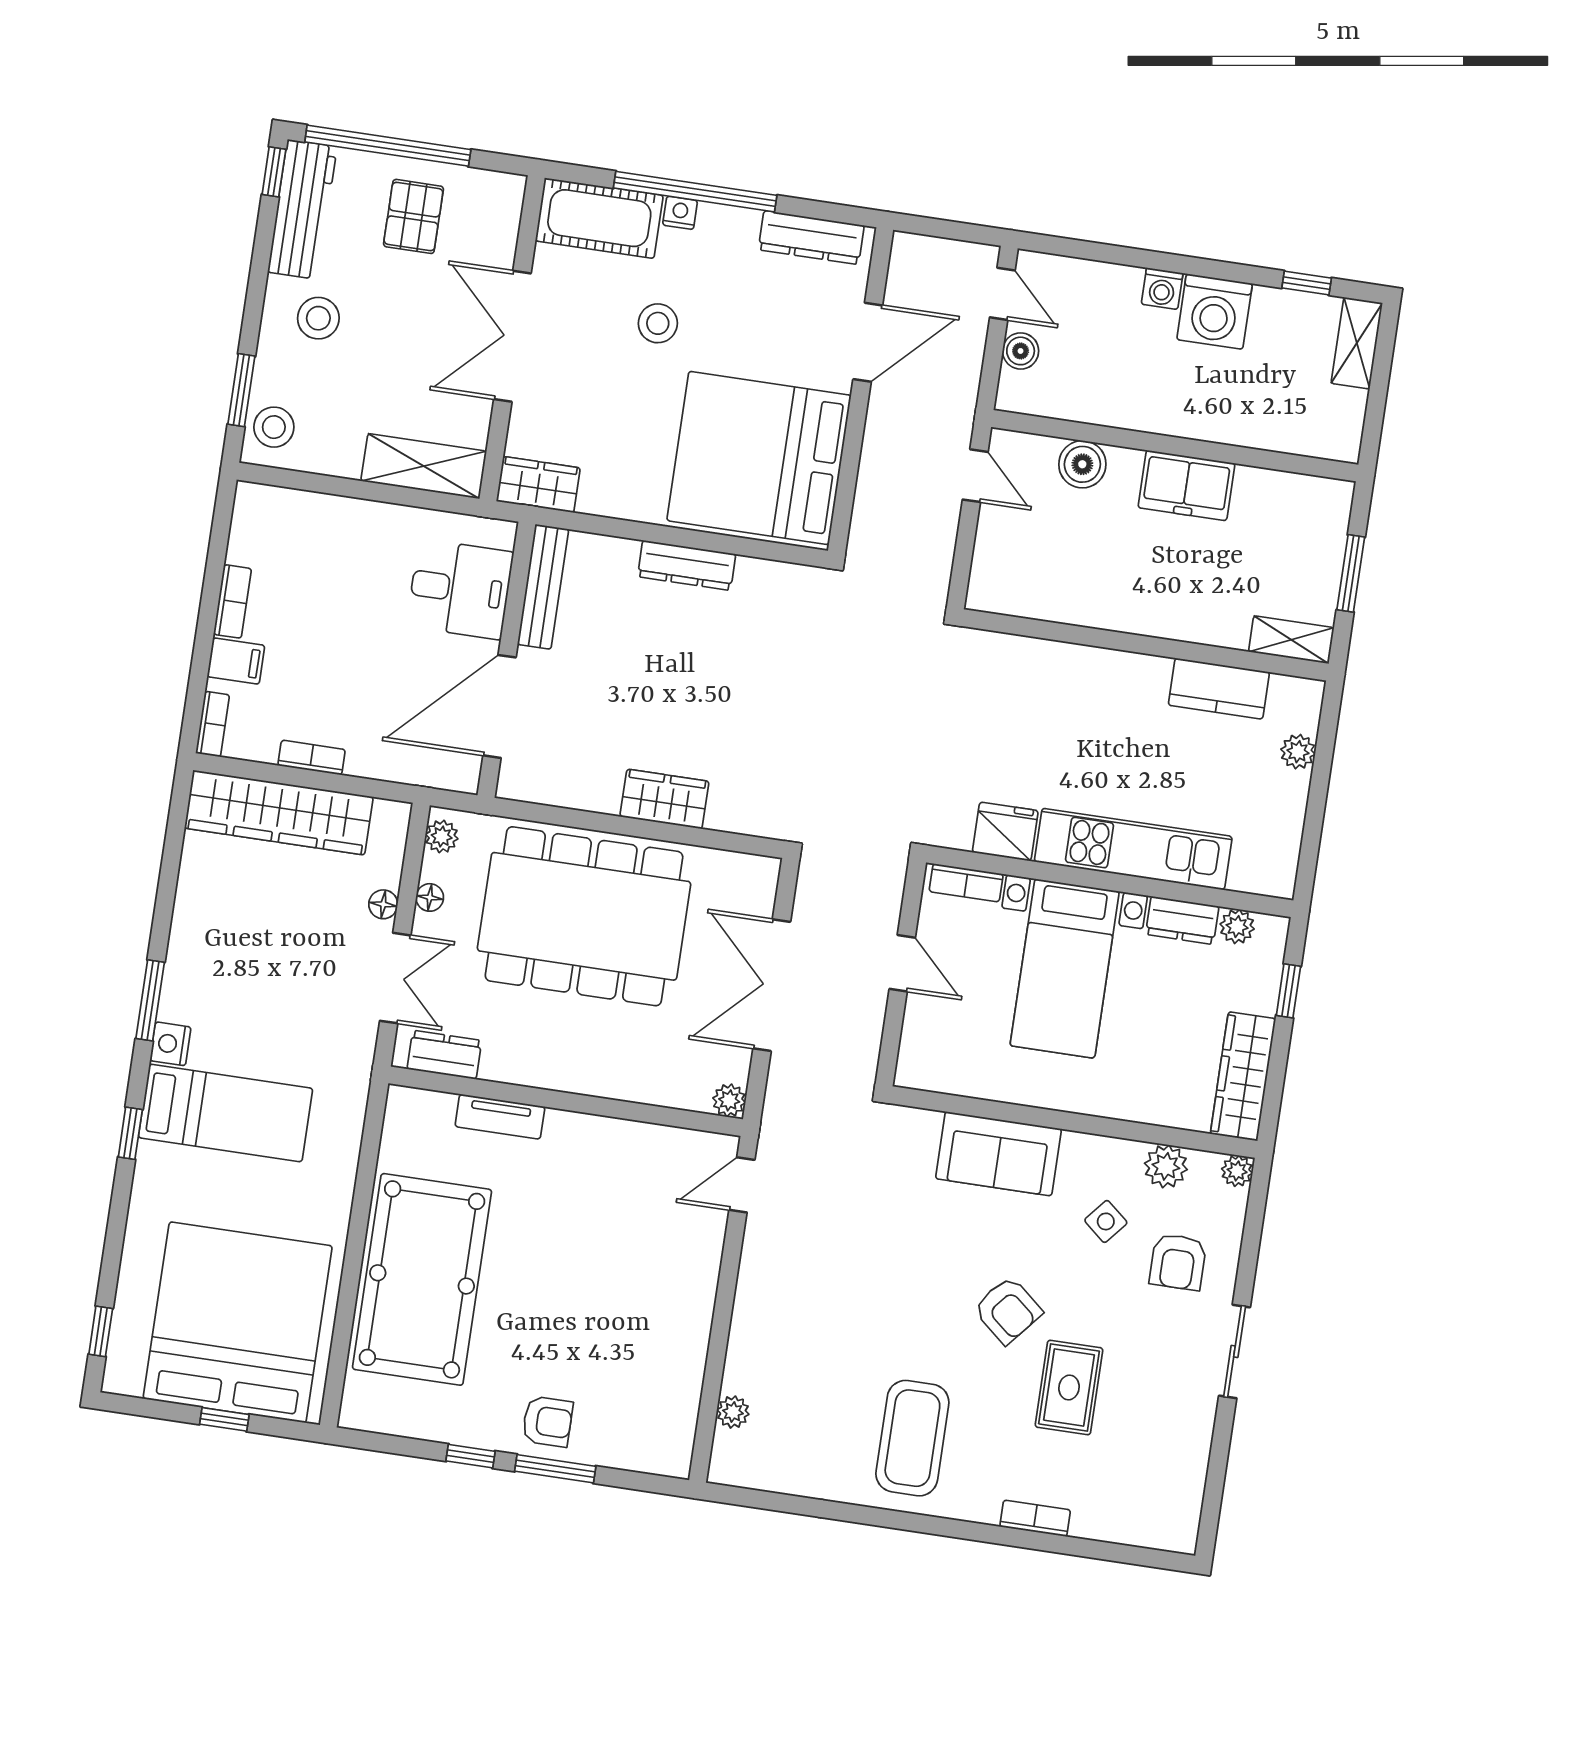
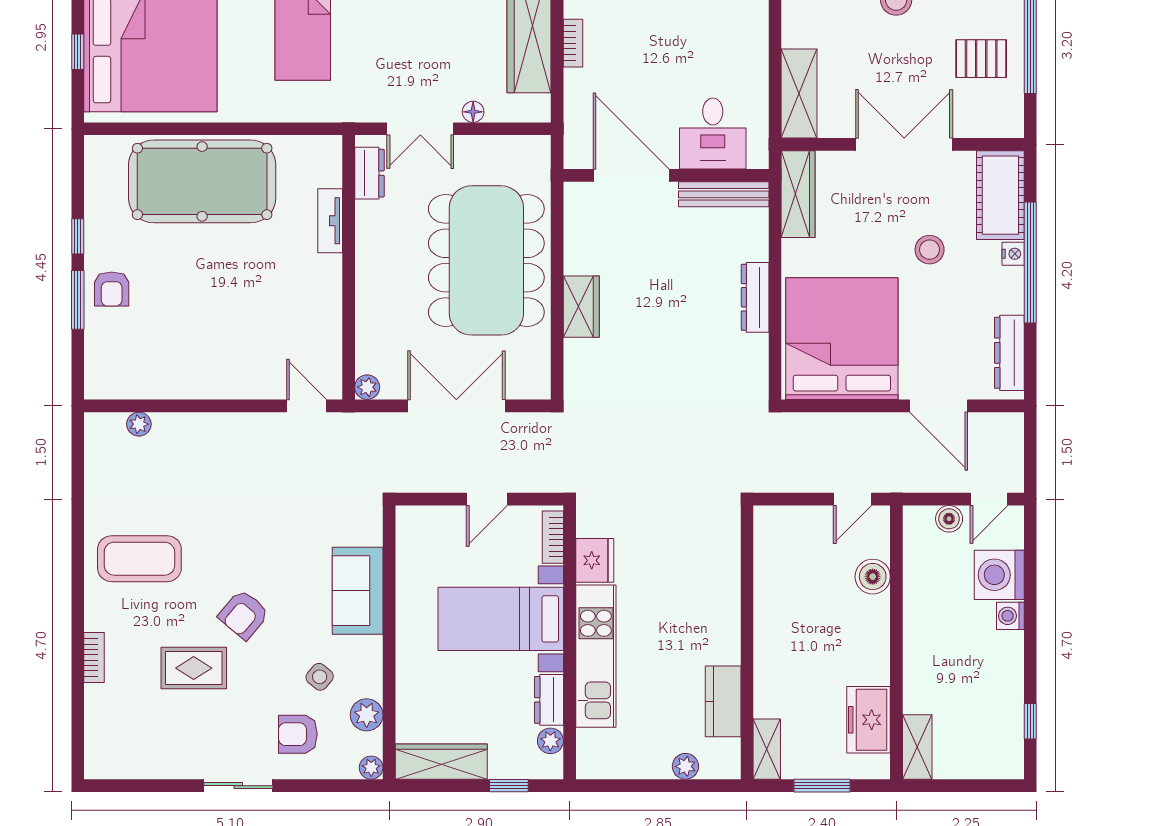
washing machine: (1215, 312) -> (999, 575), moved
shelving: (1357, 343) -> (917, 747), moved, turned 90
wardrobe: (538, 485) -> (798, 194), width x1.50
freezer: (1186, 485) -> (869, 720), moved
plant: (442, 836) -> (529, 147), removed
floor lamp: (430, 897) -> (483, 145), removed

